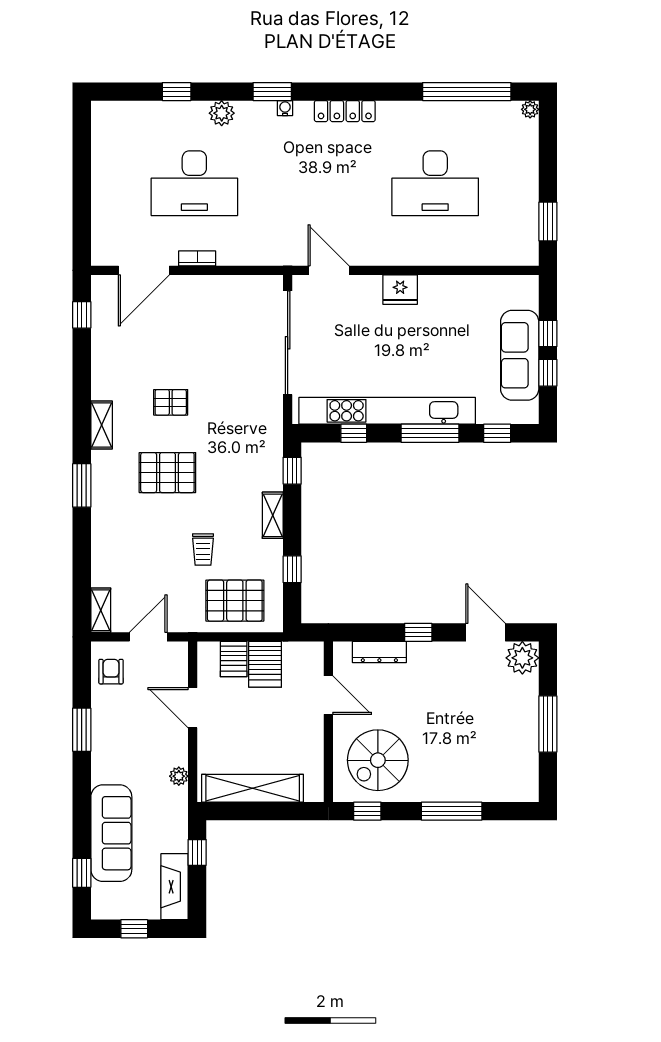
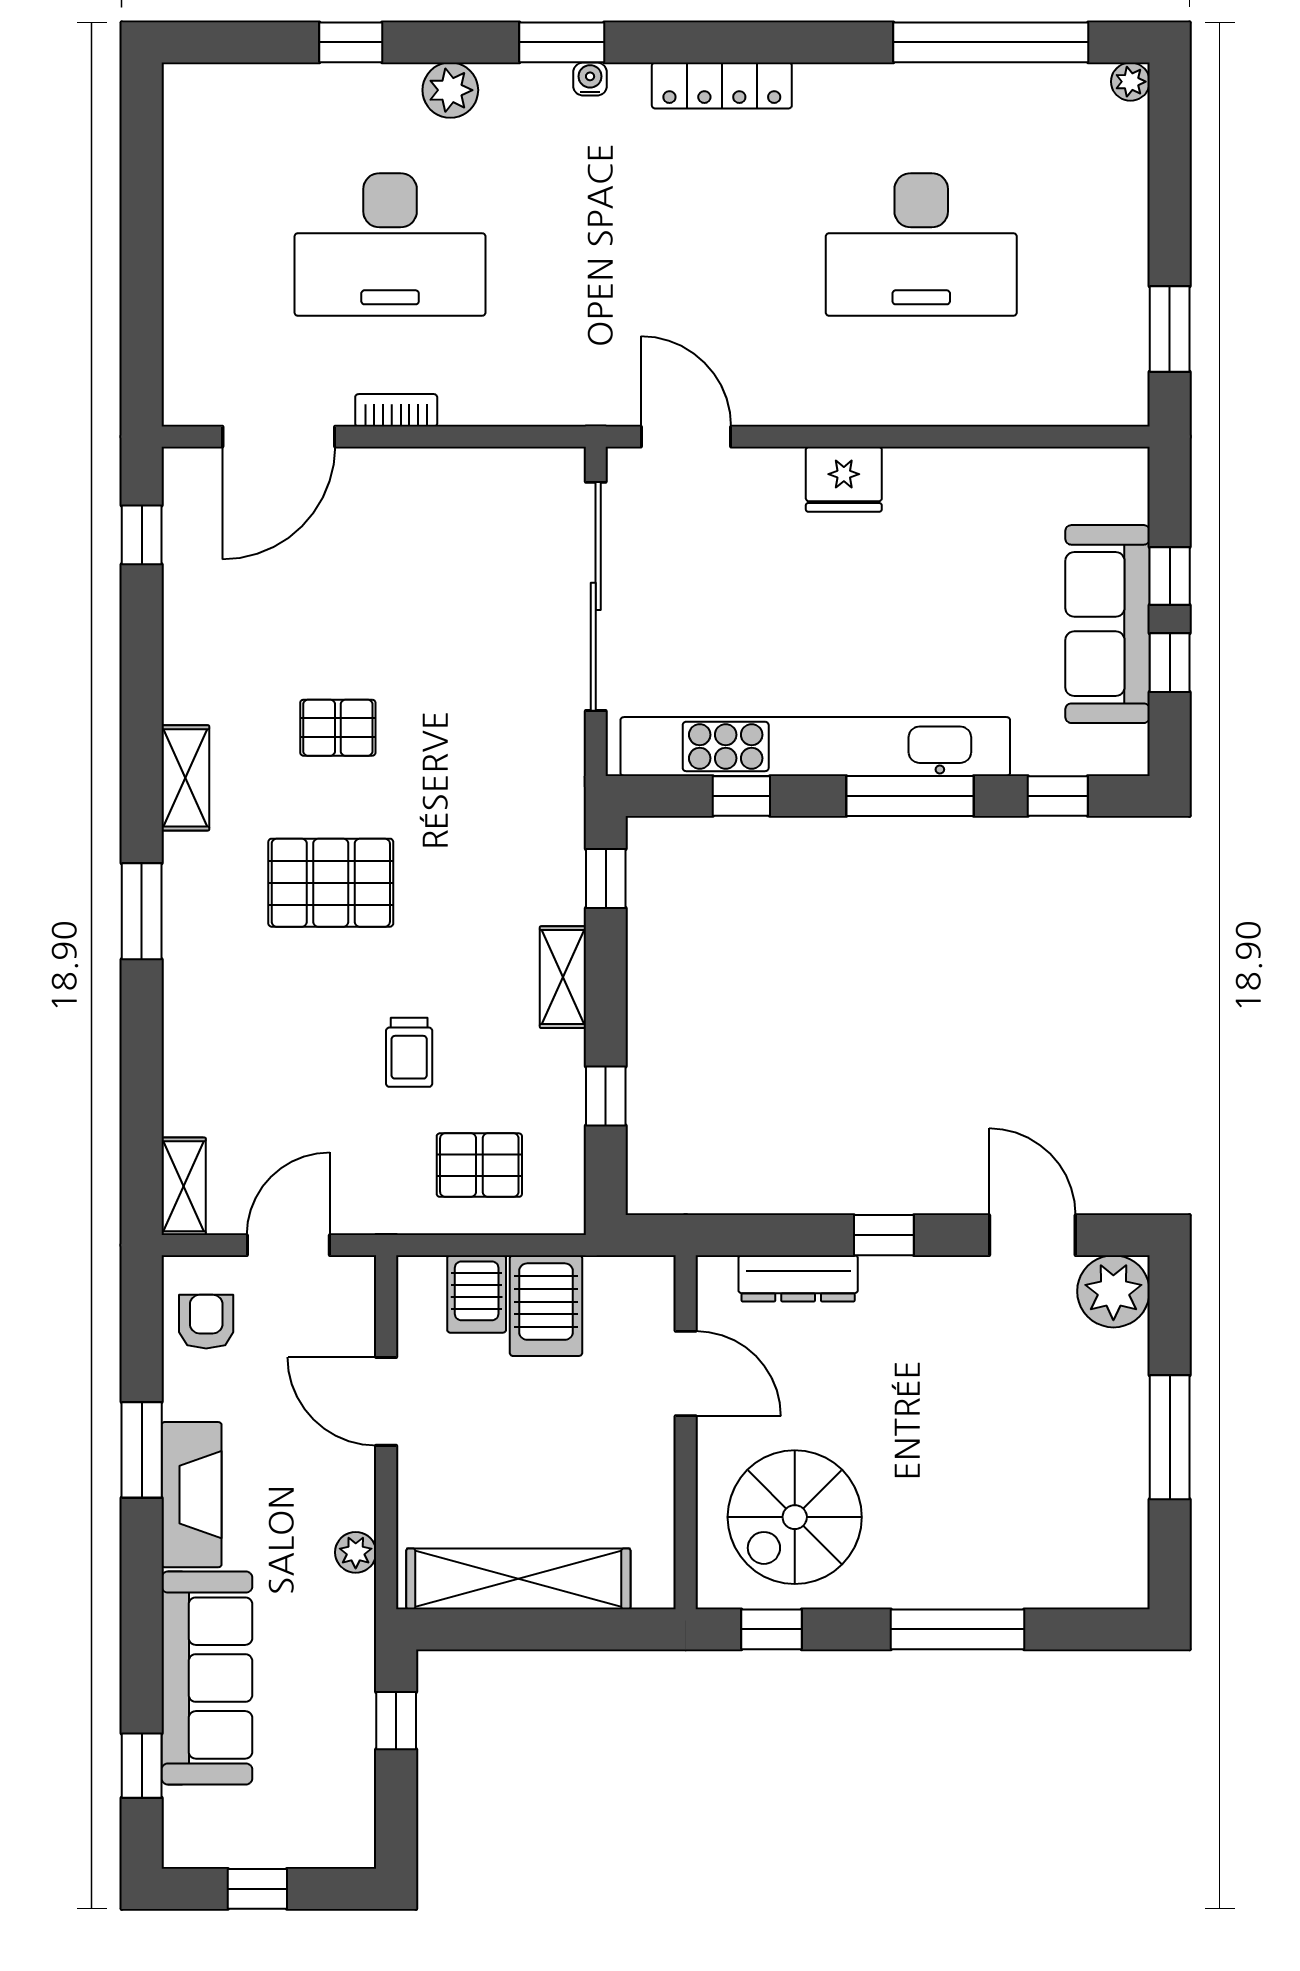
pallet: (235, 601) -> (479, 1165), width x0.67, depth x0.71
fireplace: (174, 887) -> (192, 1495), moved, turned 180

